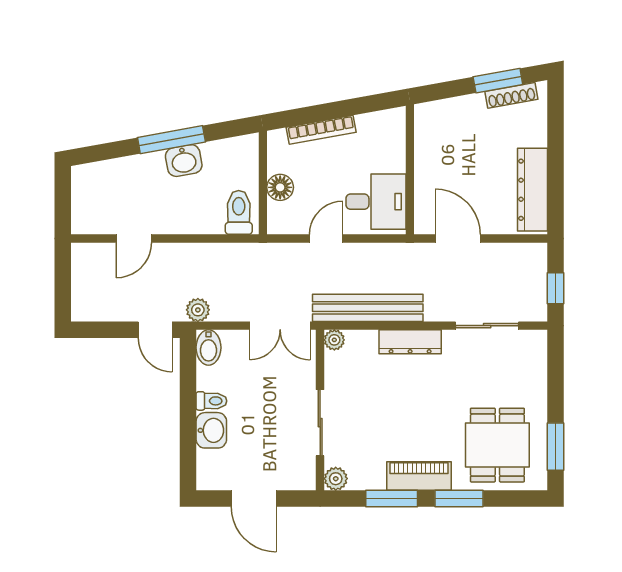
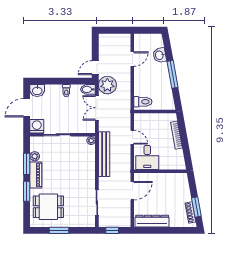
washbasin: (184, 161) -> (160, 55), moved
floor lamp: (280, 187) -> (153, 119), removed
door: (134, 239) -> (132, 59), swing flipped
plant: (198, 310) -> (107, 85), width x1.87, depth x1.87
double door: (280, 326) -> (97, 108), moved
dresser: (410, 342) -> (90, 171), removed
washbasin: (211, 430) -> (37, 91), moved
window: (556, 447) -> (59, 230), moved
washing machine: (299, 473) -> (37, 126), added
plant: (336, 479) -> (35, 156), moved

